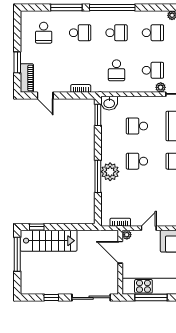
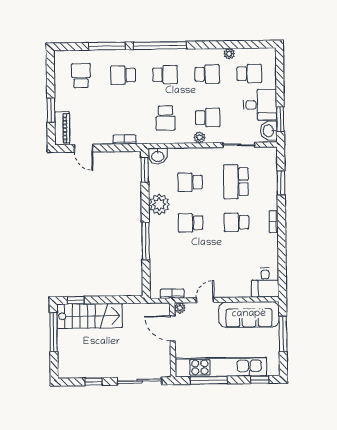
school desk: (44, 33) -> (81, 76), turned 180
school desk: (80, 33) -> (123, 75), turned 180
plant: (161, 87) -> (200, 137), moved
plant: (110, 172) -> (159, 204), moved

